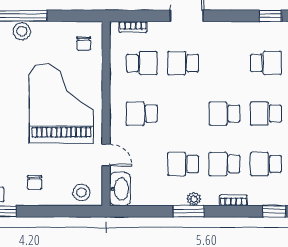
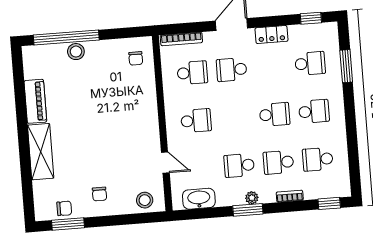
bookcase: (133, 27) -> (181, 39), width x1.56
locker: (228, 30) -> (272, 35), added
grand piano: (61, 103) -> (119, 117), removed
school desk: (142, 114) -> (196, 121), turned 180
school desk: (224, 114) -> (275, 114), turned 180
school desk: (266, 114) -> (314, 111), turned 180
washbasin: (120, 189) -> (199, 199), moved, turned -90

